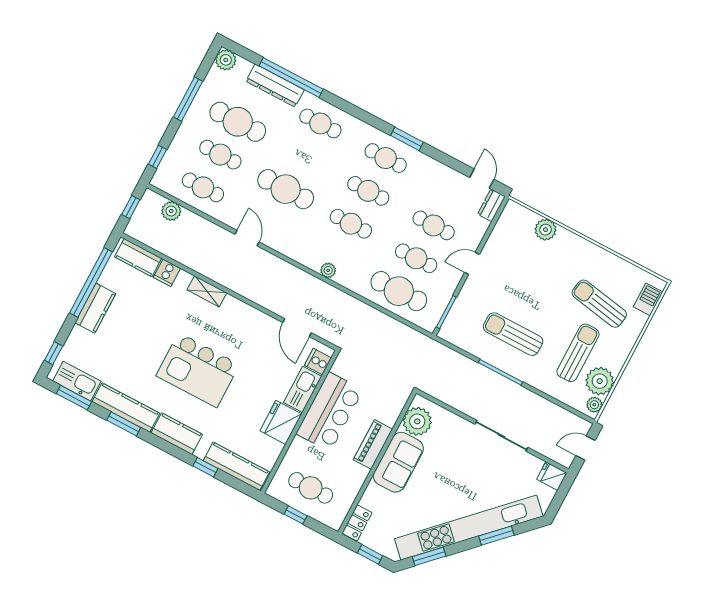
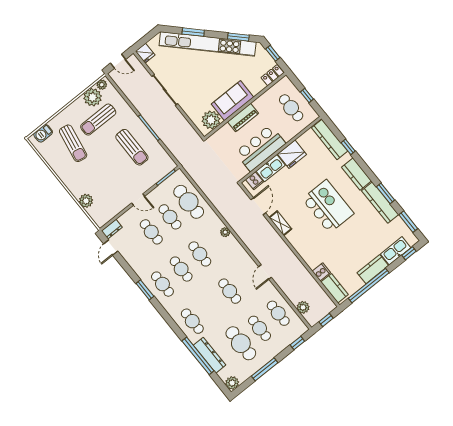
cafe table: (286, 189) -> (230, 291), width x0.73, depth x0.74
shelving: (207, 291) -> (280, 223), moved
kitchen sink: (77, 381) -> (396, 251), moved, turned 90

